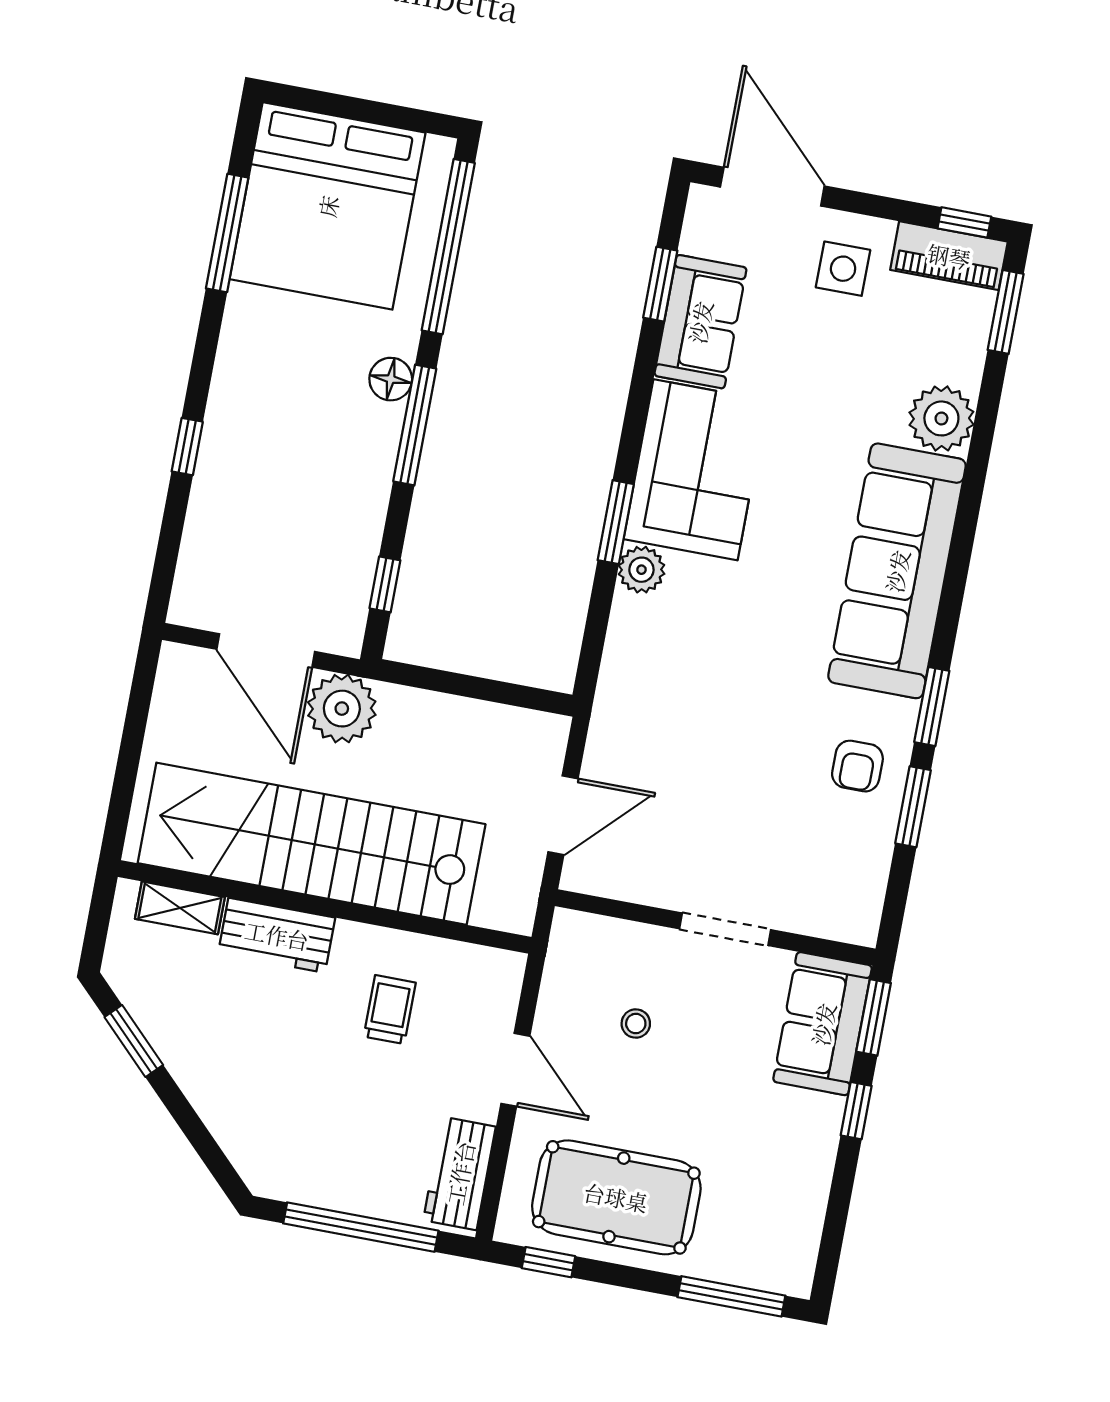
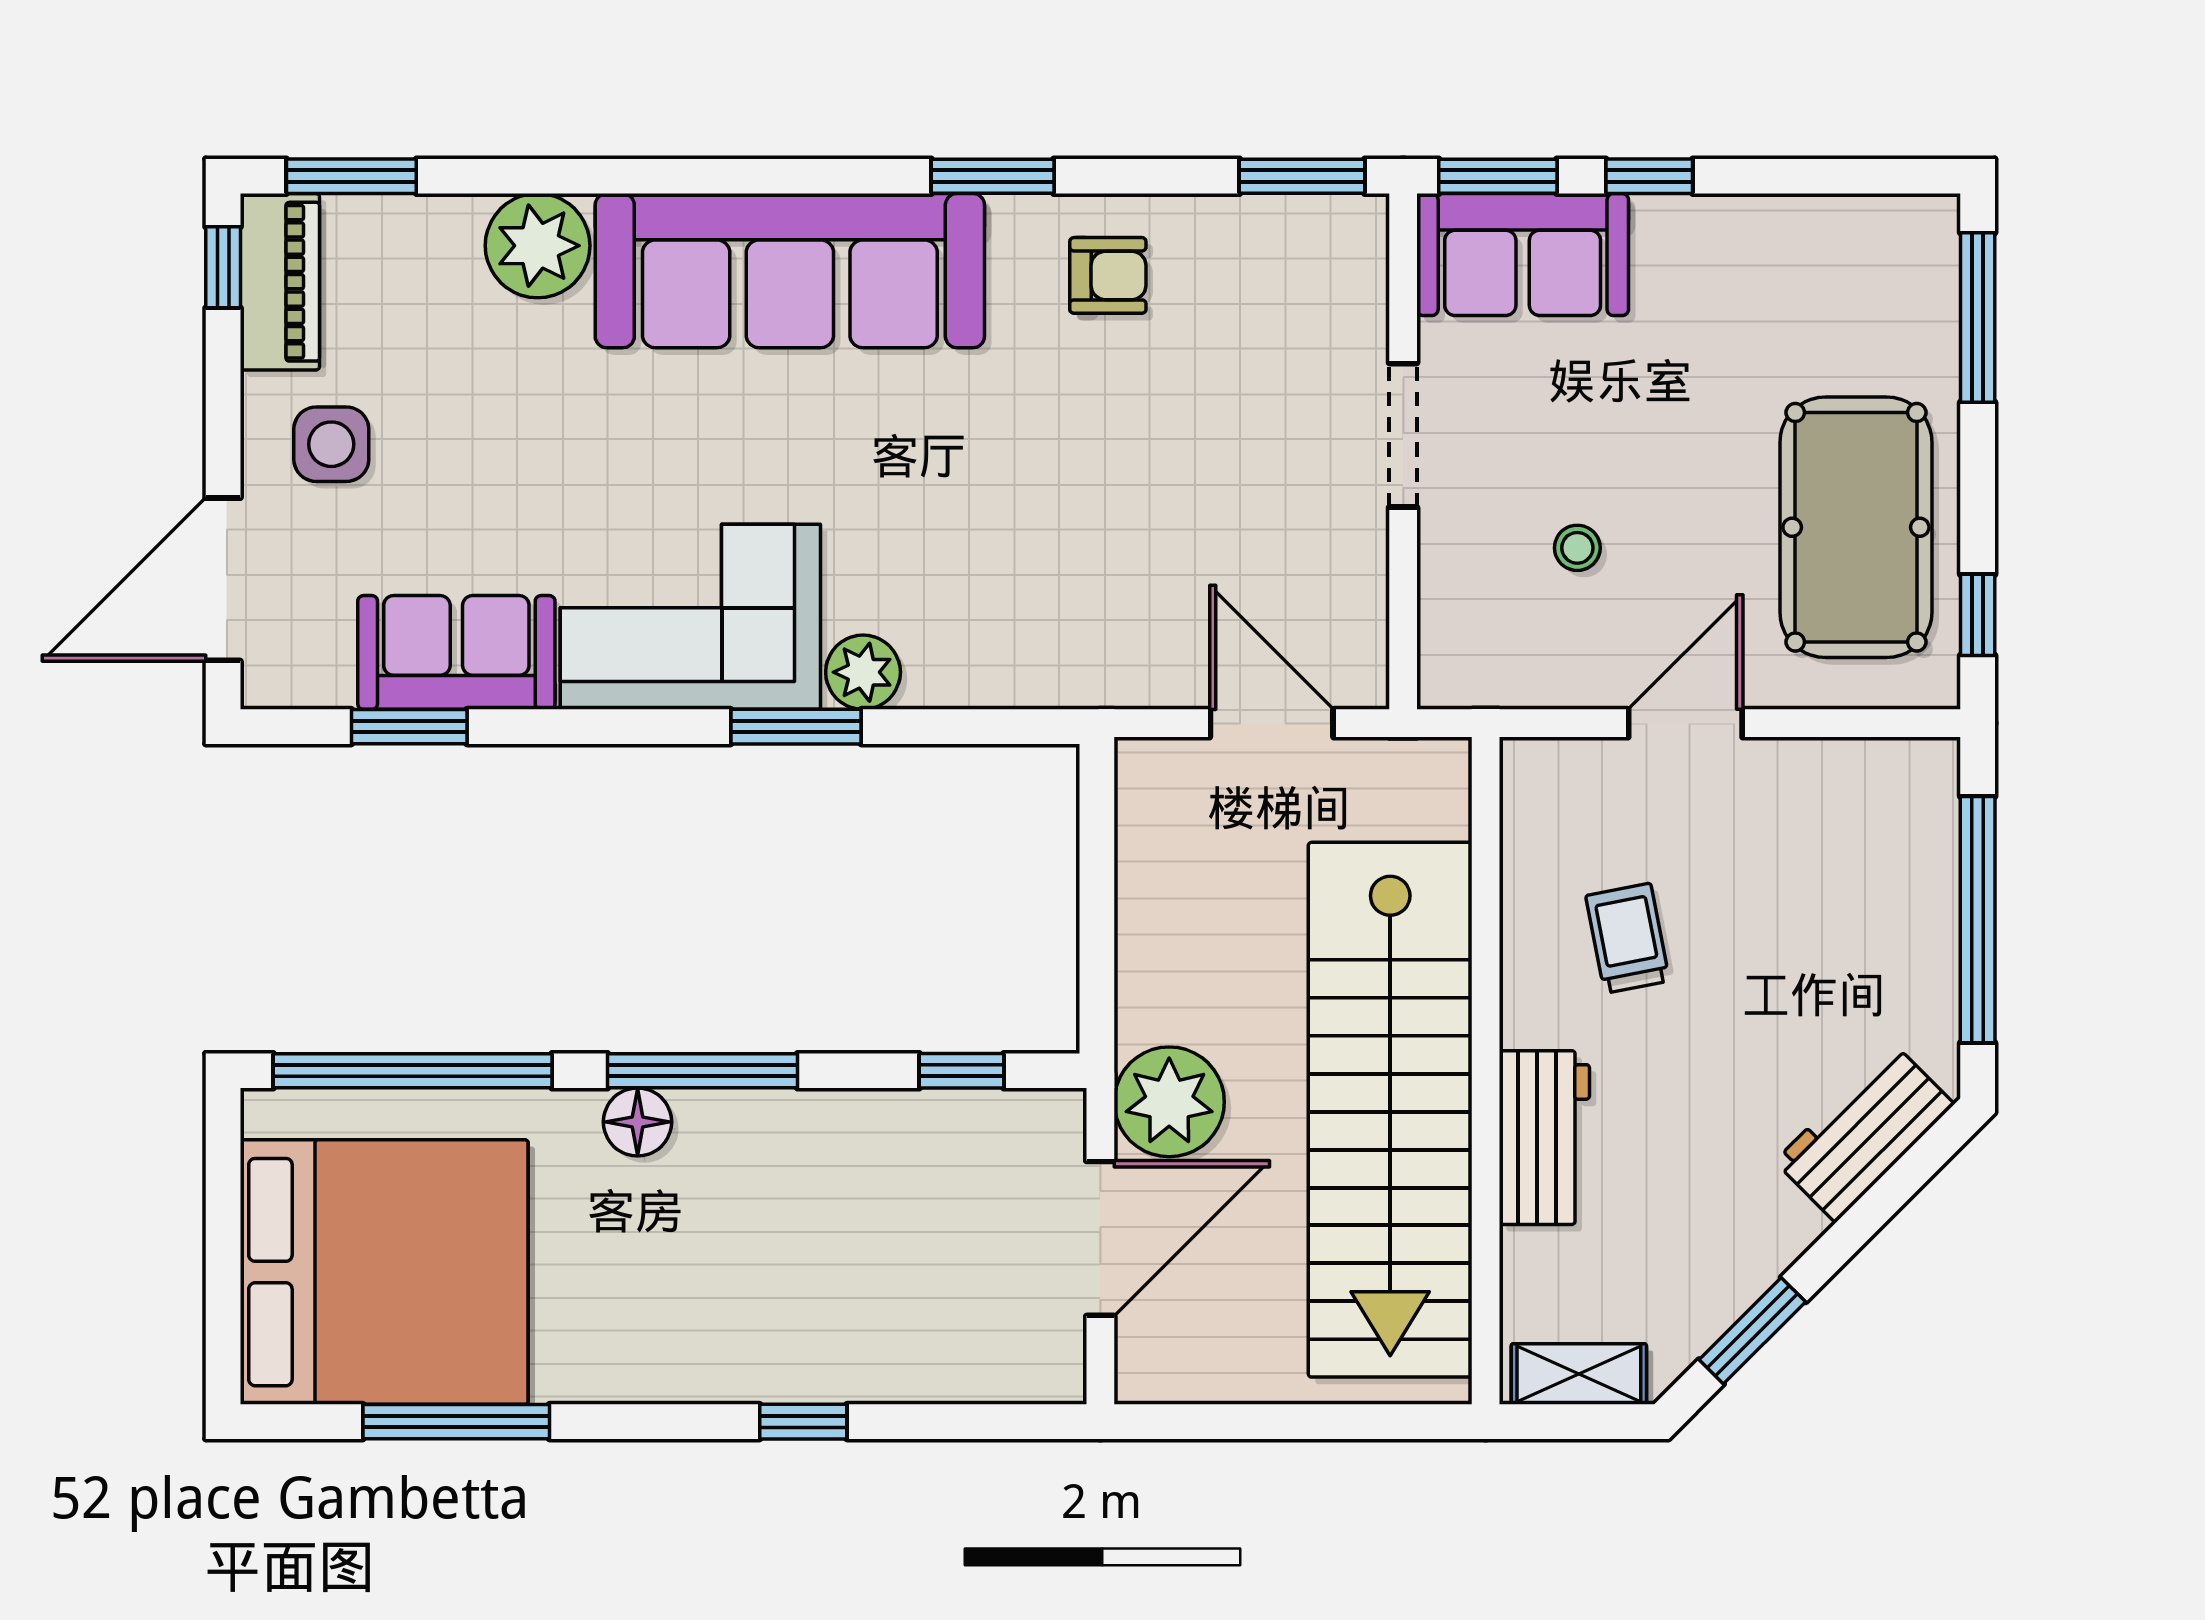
window: (913, 807) -> (1302, 176), moved
shelving: (180, 908) -> (1579, 1374), moved, turned 90
trolley: (390, 1010) -> (1628, 938), turned 79
workbench: (460, 1173) -> (1864, 1133), moved, turned 135

